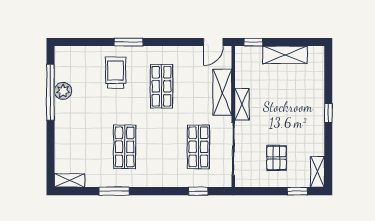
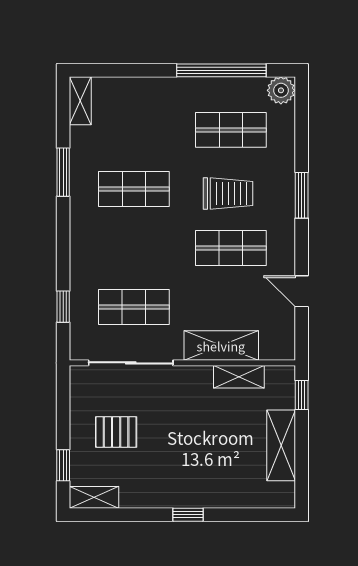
door: (213, 42) -> (302, 291), moved
trolley: (116, 73) -> (228, 194), moved
shop shelf: (88, 86) -> (231, 130), added
plant: (63, 91) -> (281, 90), moved
shelving: (242, 104) -> (239, 377), moved

